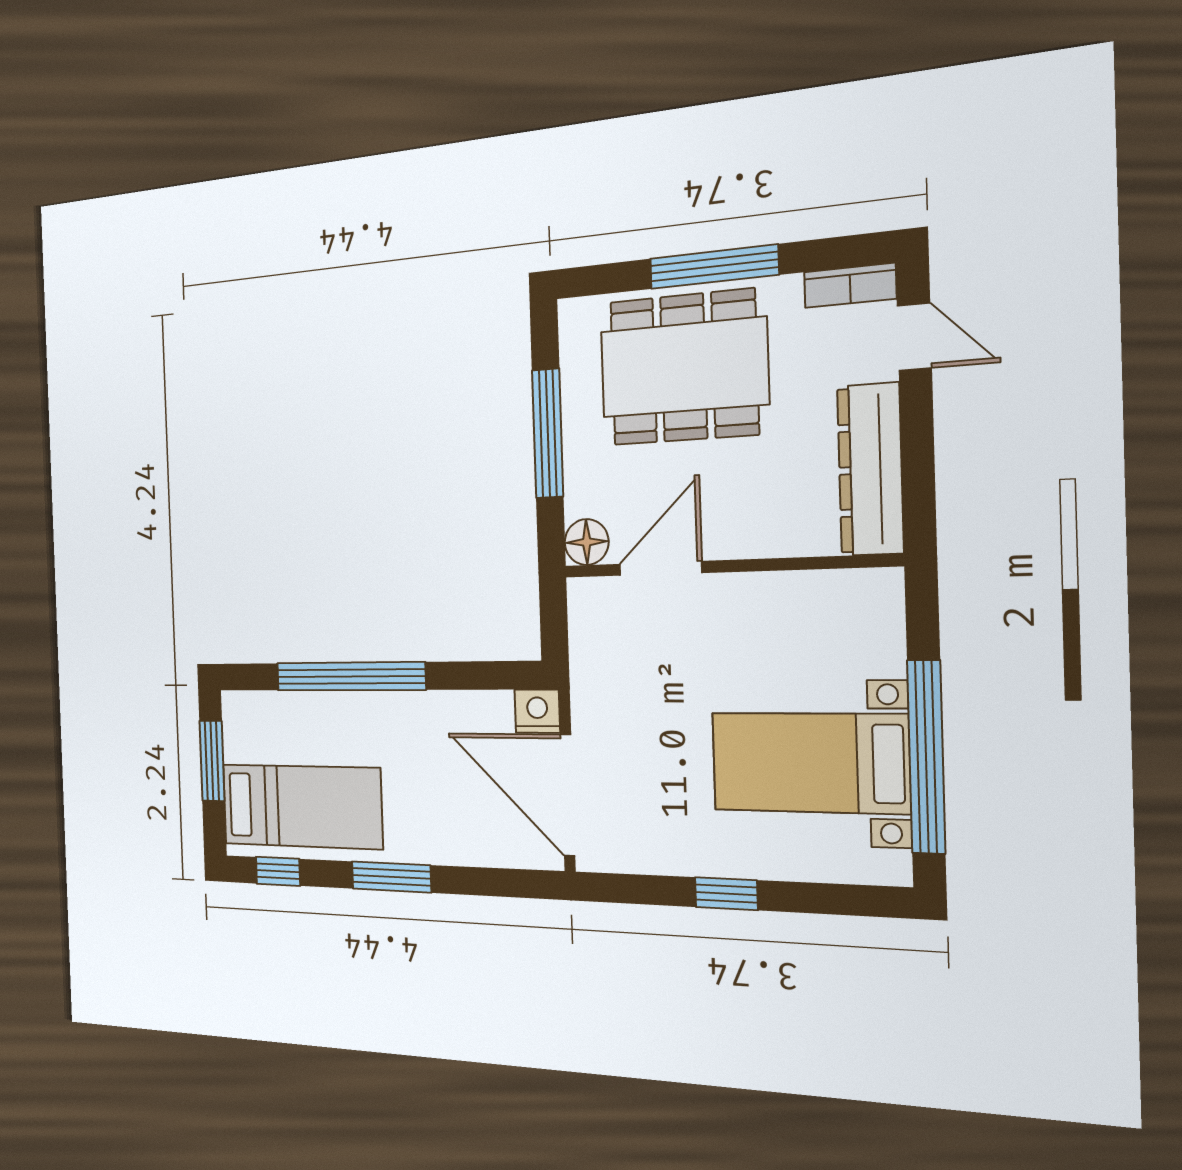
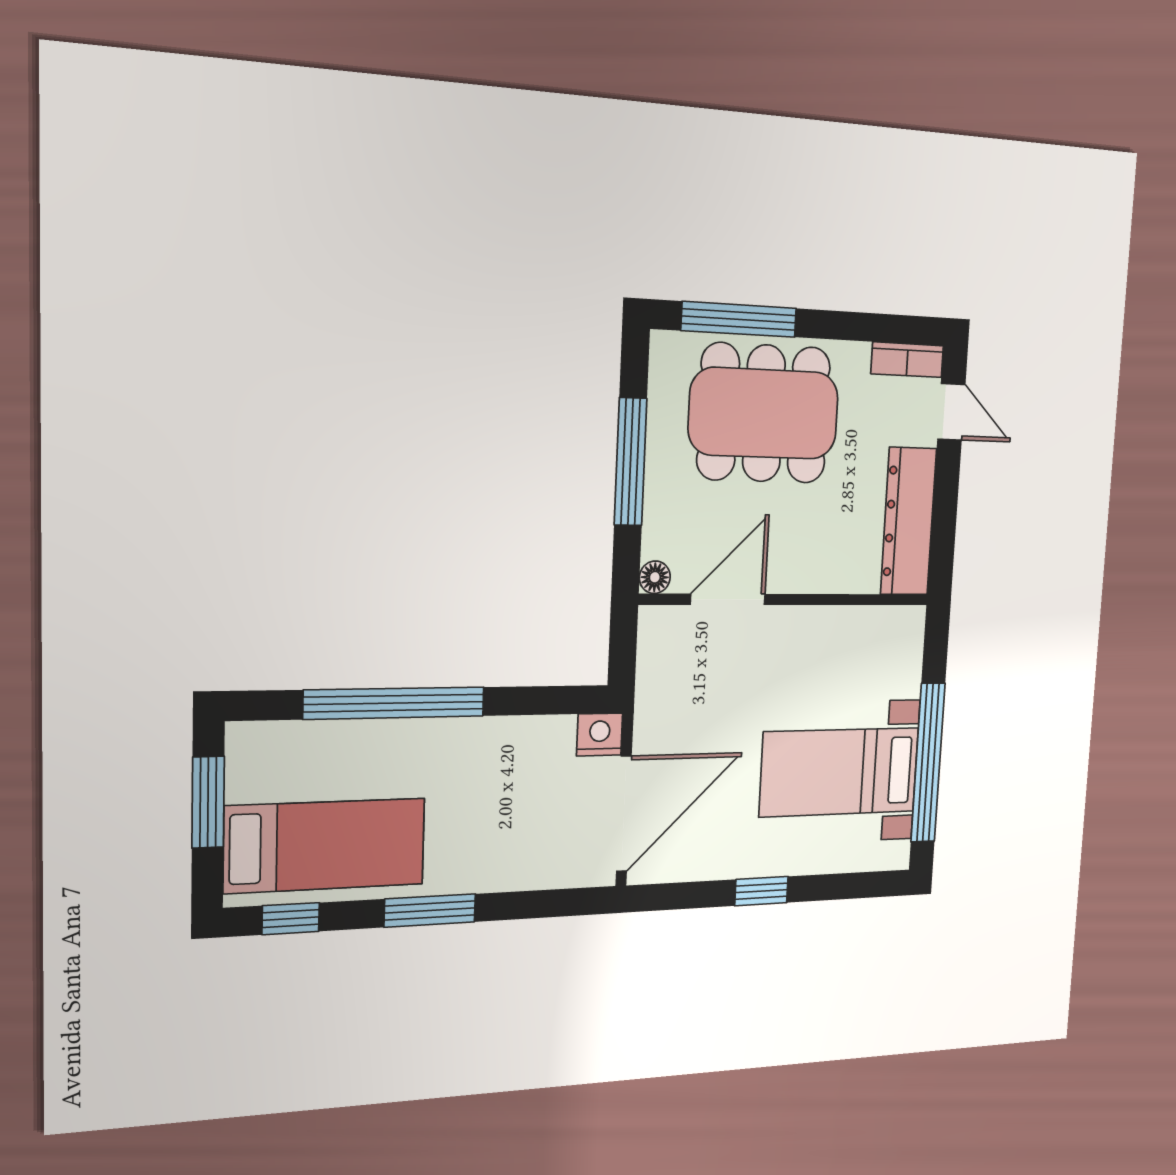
window: (714, 267) -> (739, 319), moved
floor lamp: (587, 542) -> (655, 577), width x0.73, depth x0.73
door: (568, 795) -> (624, 814), swing flipped

